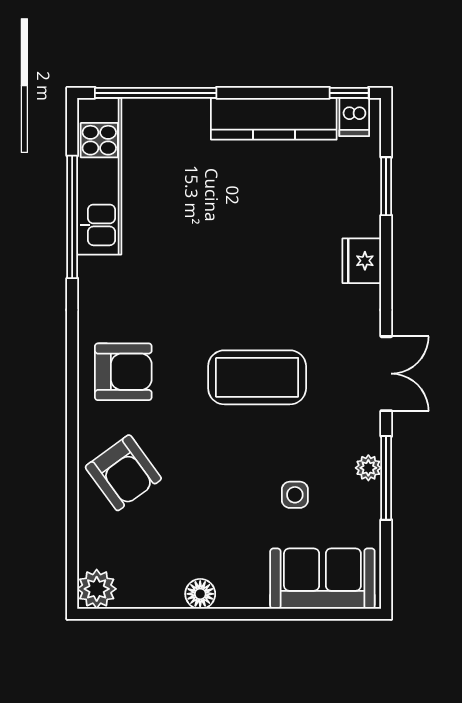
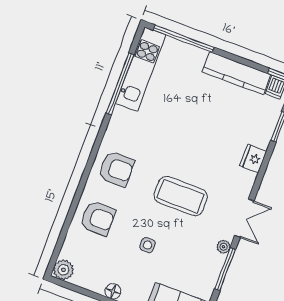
plant: (368, 468) -> (224, 247), moved
armchair: (123, 473) -> (98, 218), turned -54
side table: (295, 495) -> (148, 245), moved

